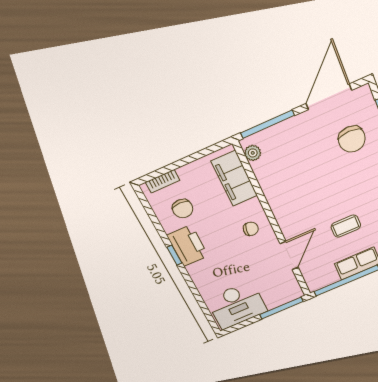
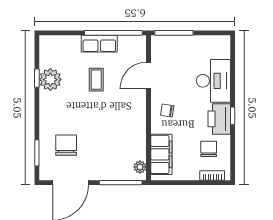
coffee table: (346, 226) -> (96, 80), turned 90
desk: (237, 305) -> (213, 81), moved, turned 90

